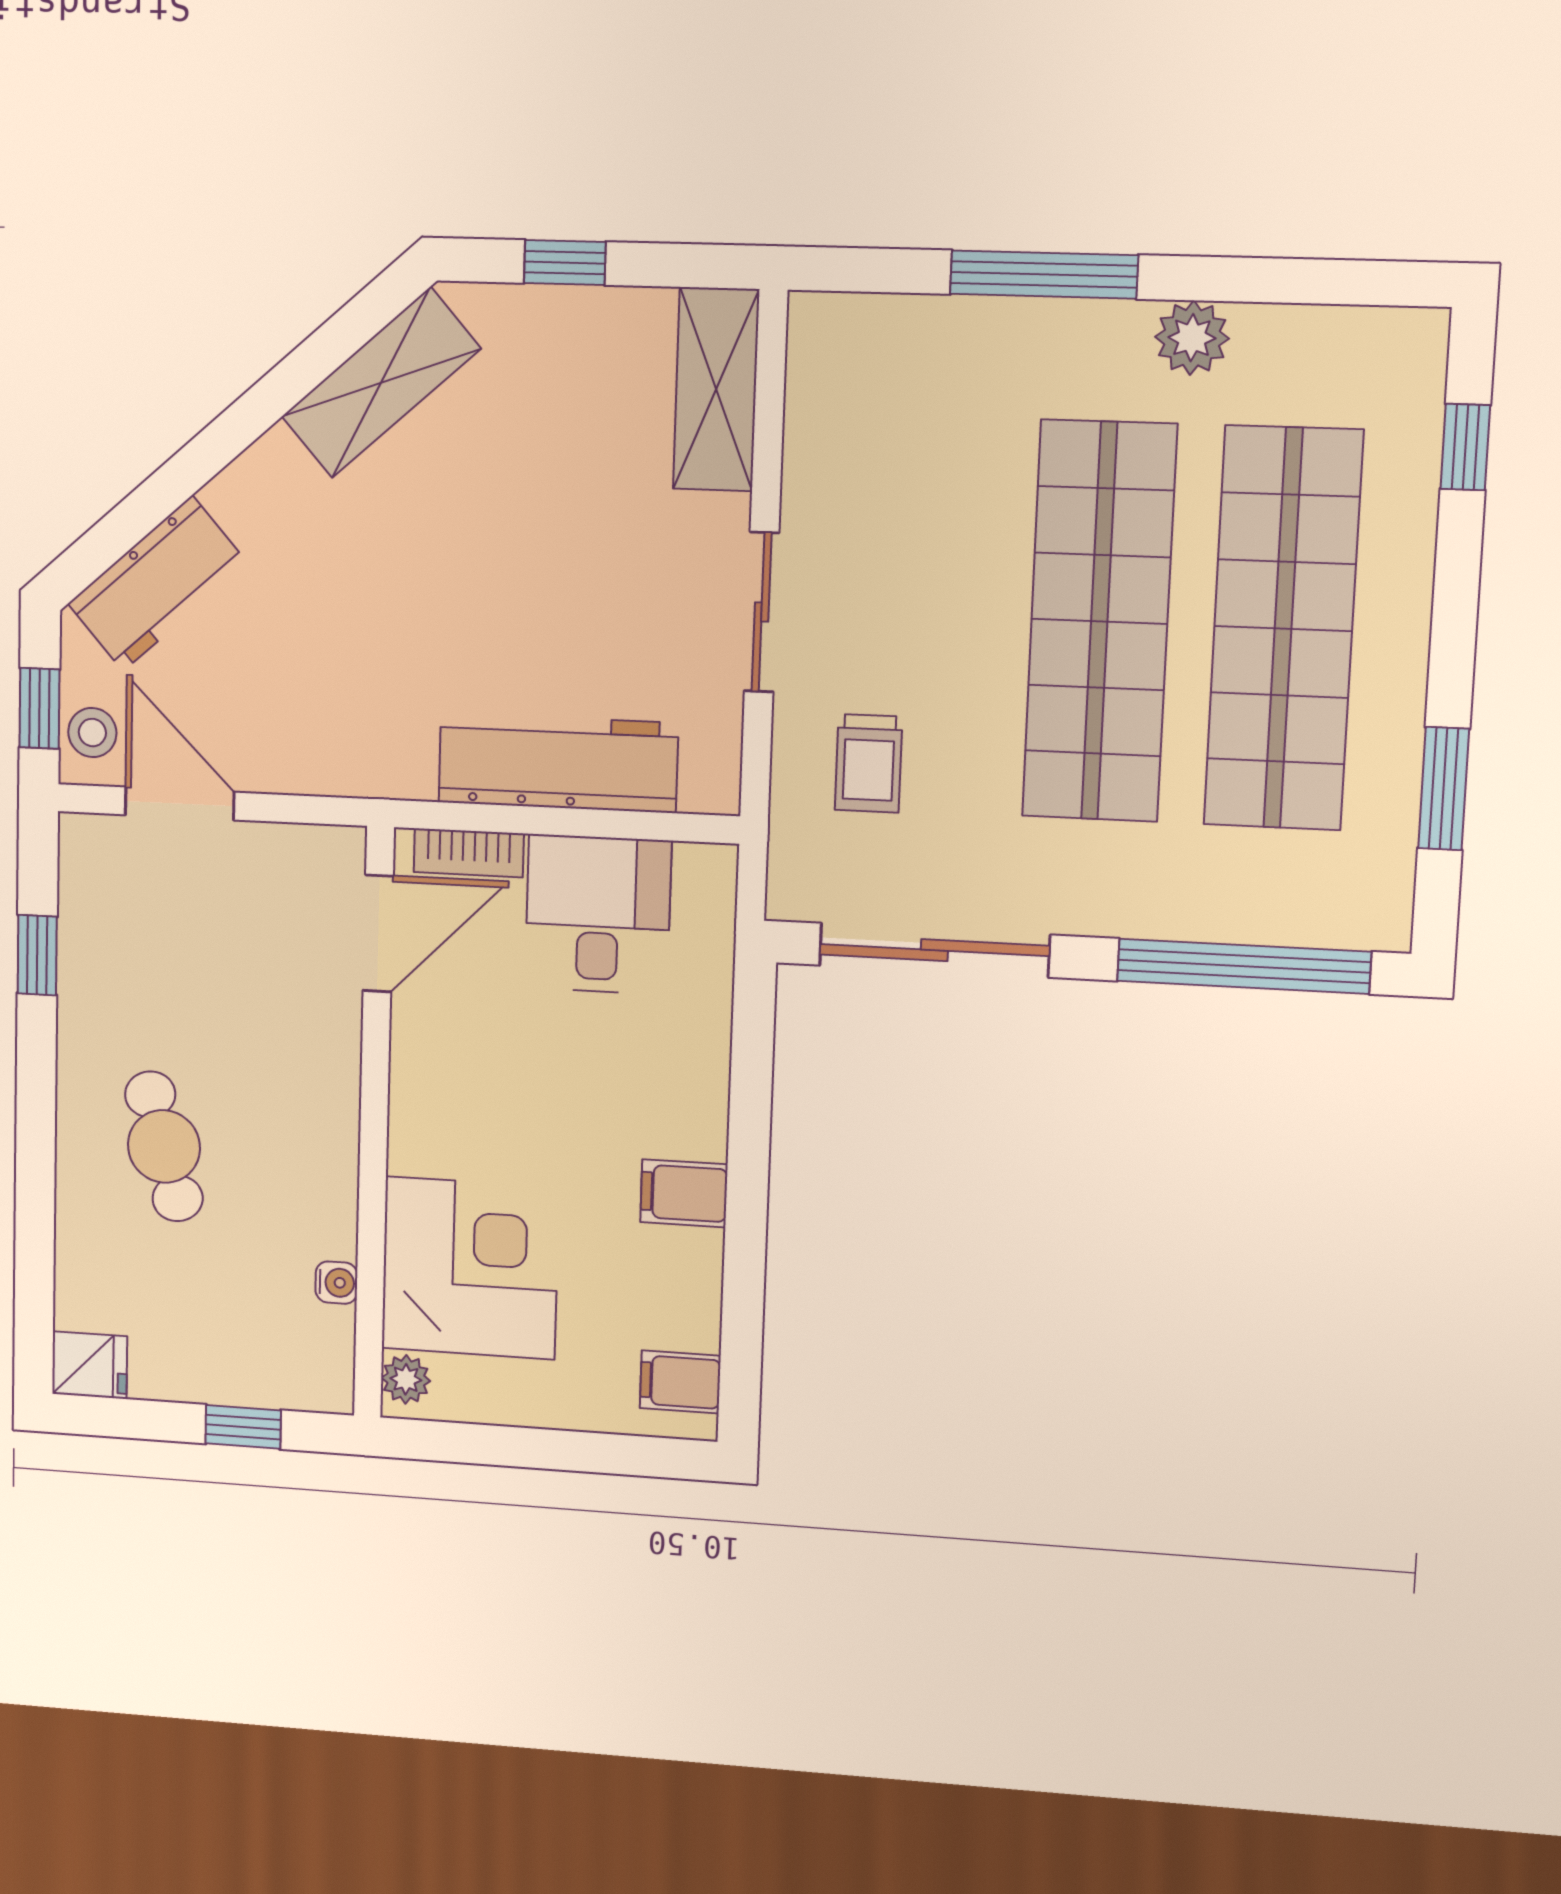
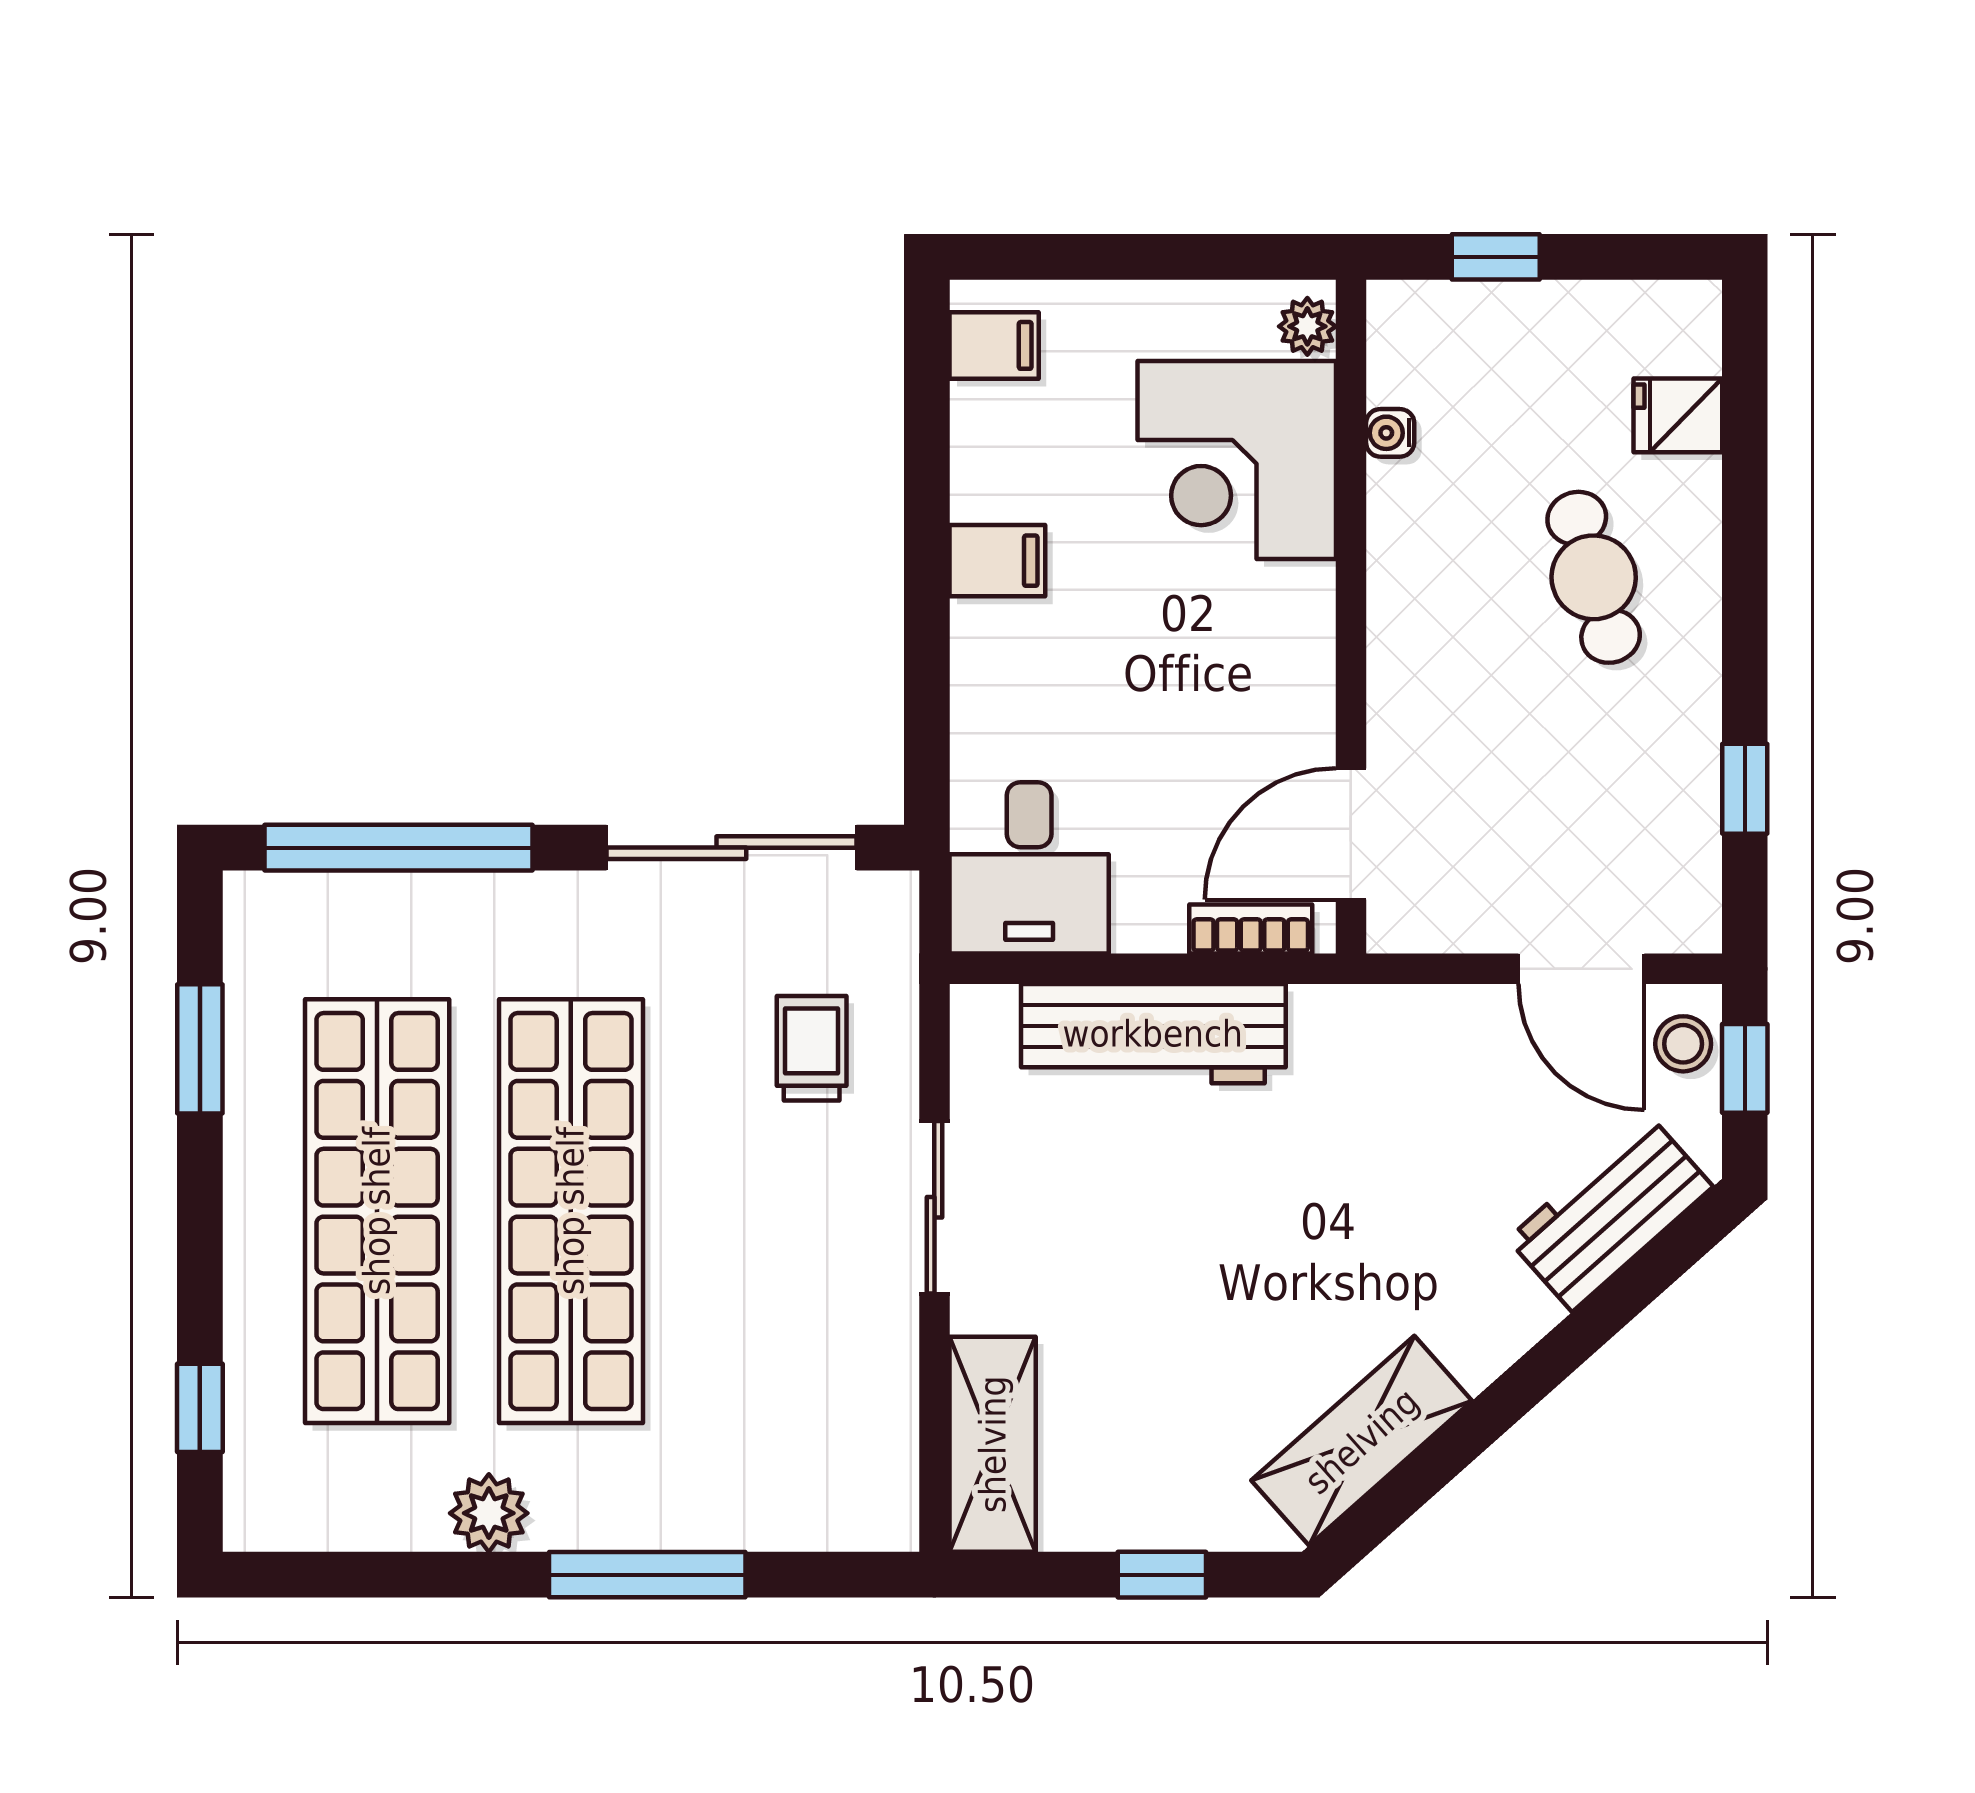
desk: (598, 914) -> (1029, 868), moved
fridge: (90, 1365) -> (1678, 415), moved

